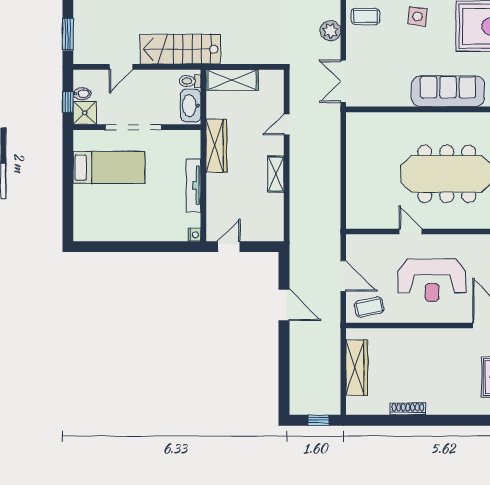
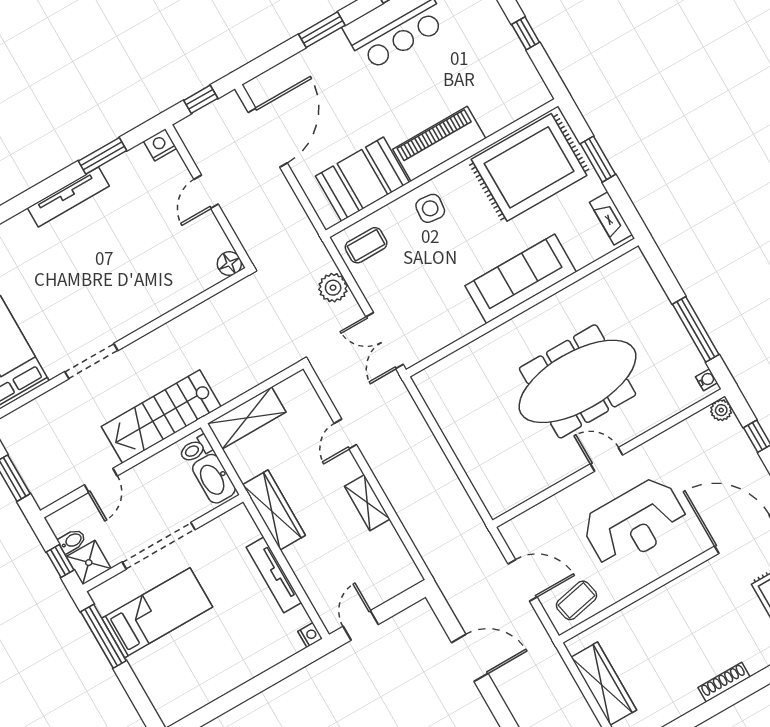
window: (68, 163) -> (103, 636), added
door: (411, 232) -> (606, 459), moved
shoe rack: (408, 409) -> (724, 682), moved

